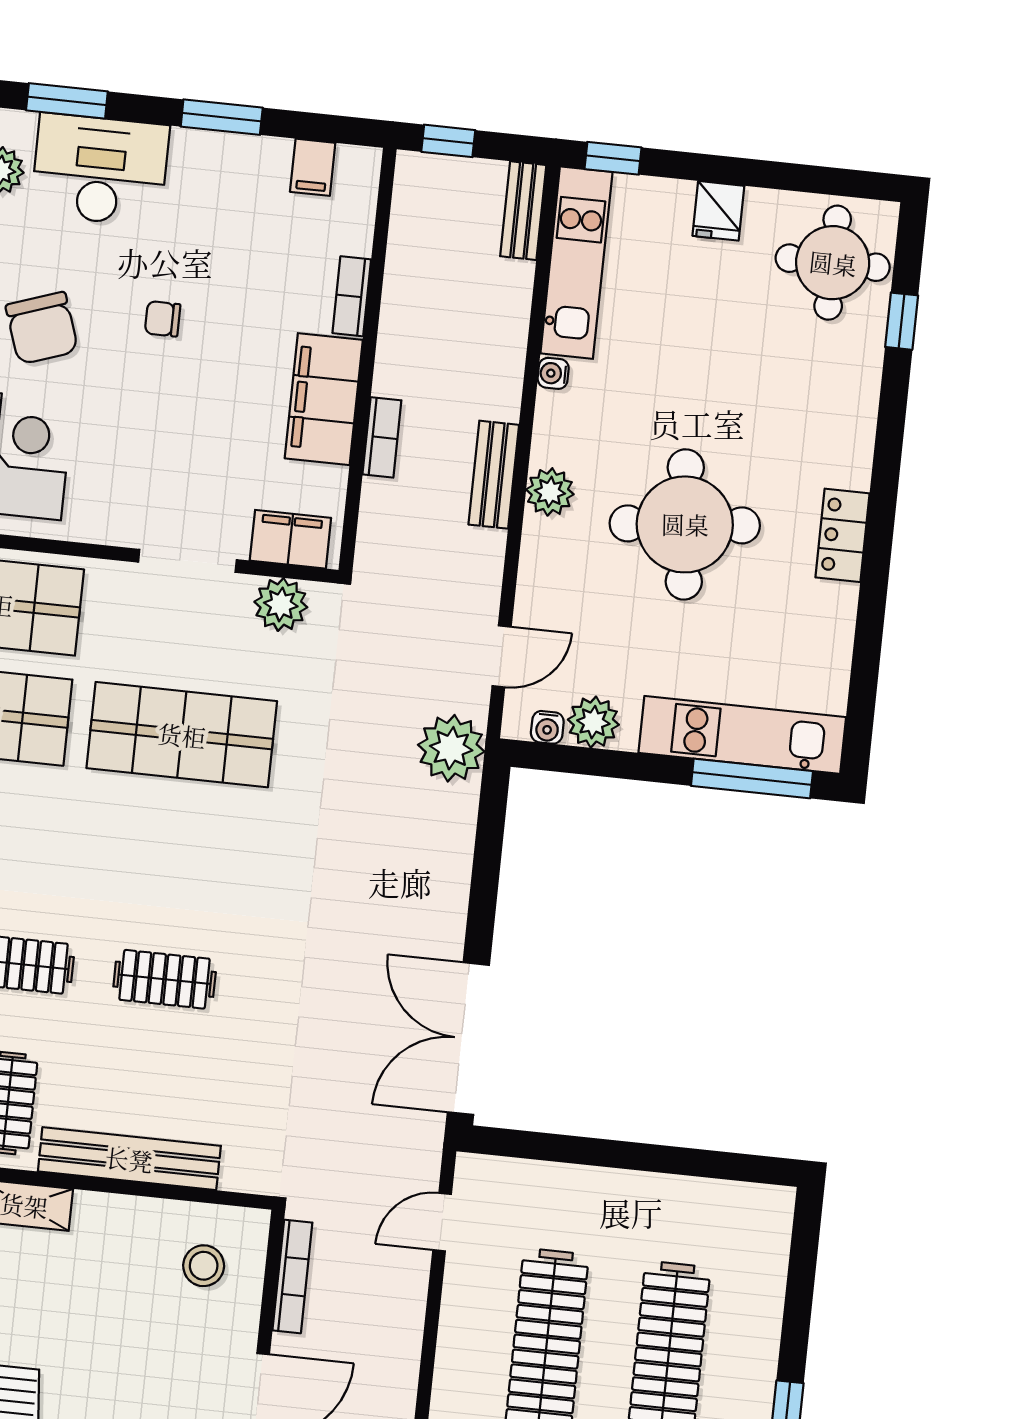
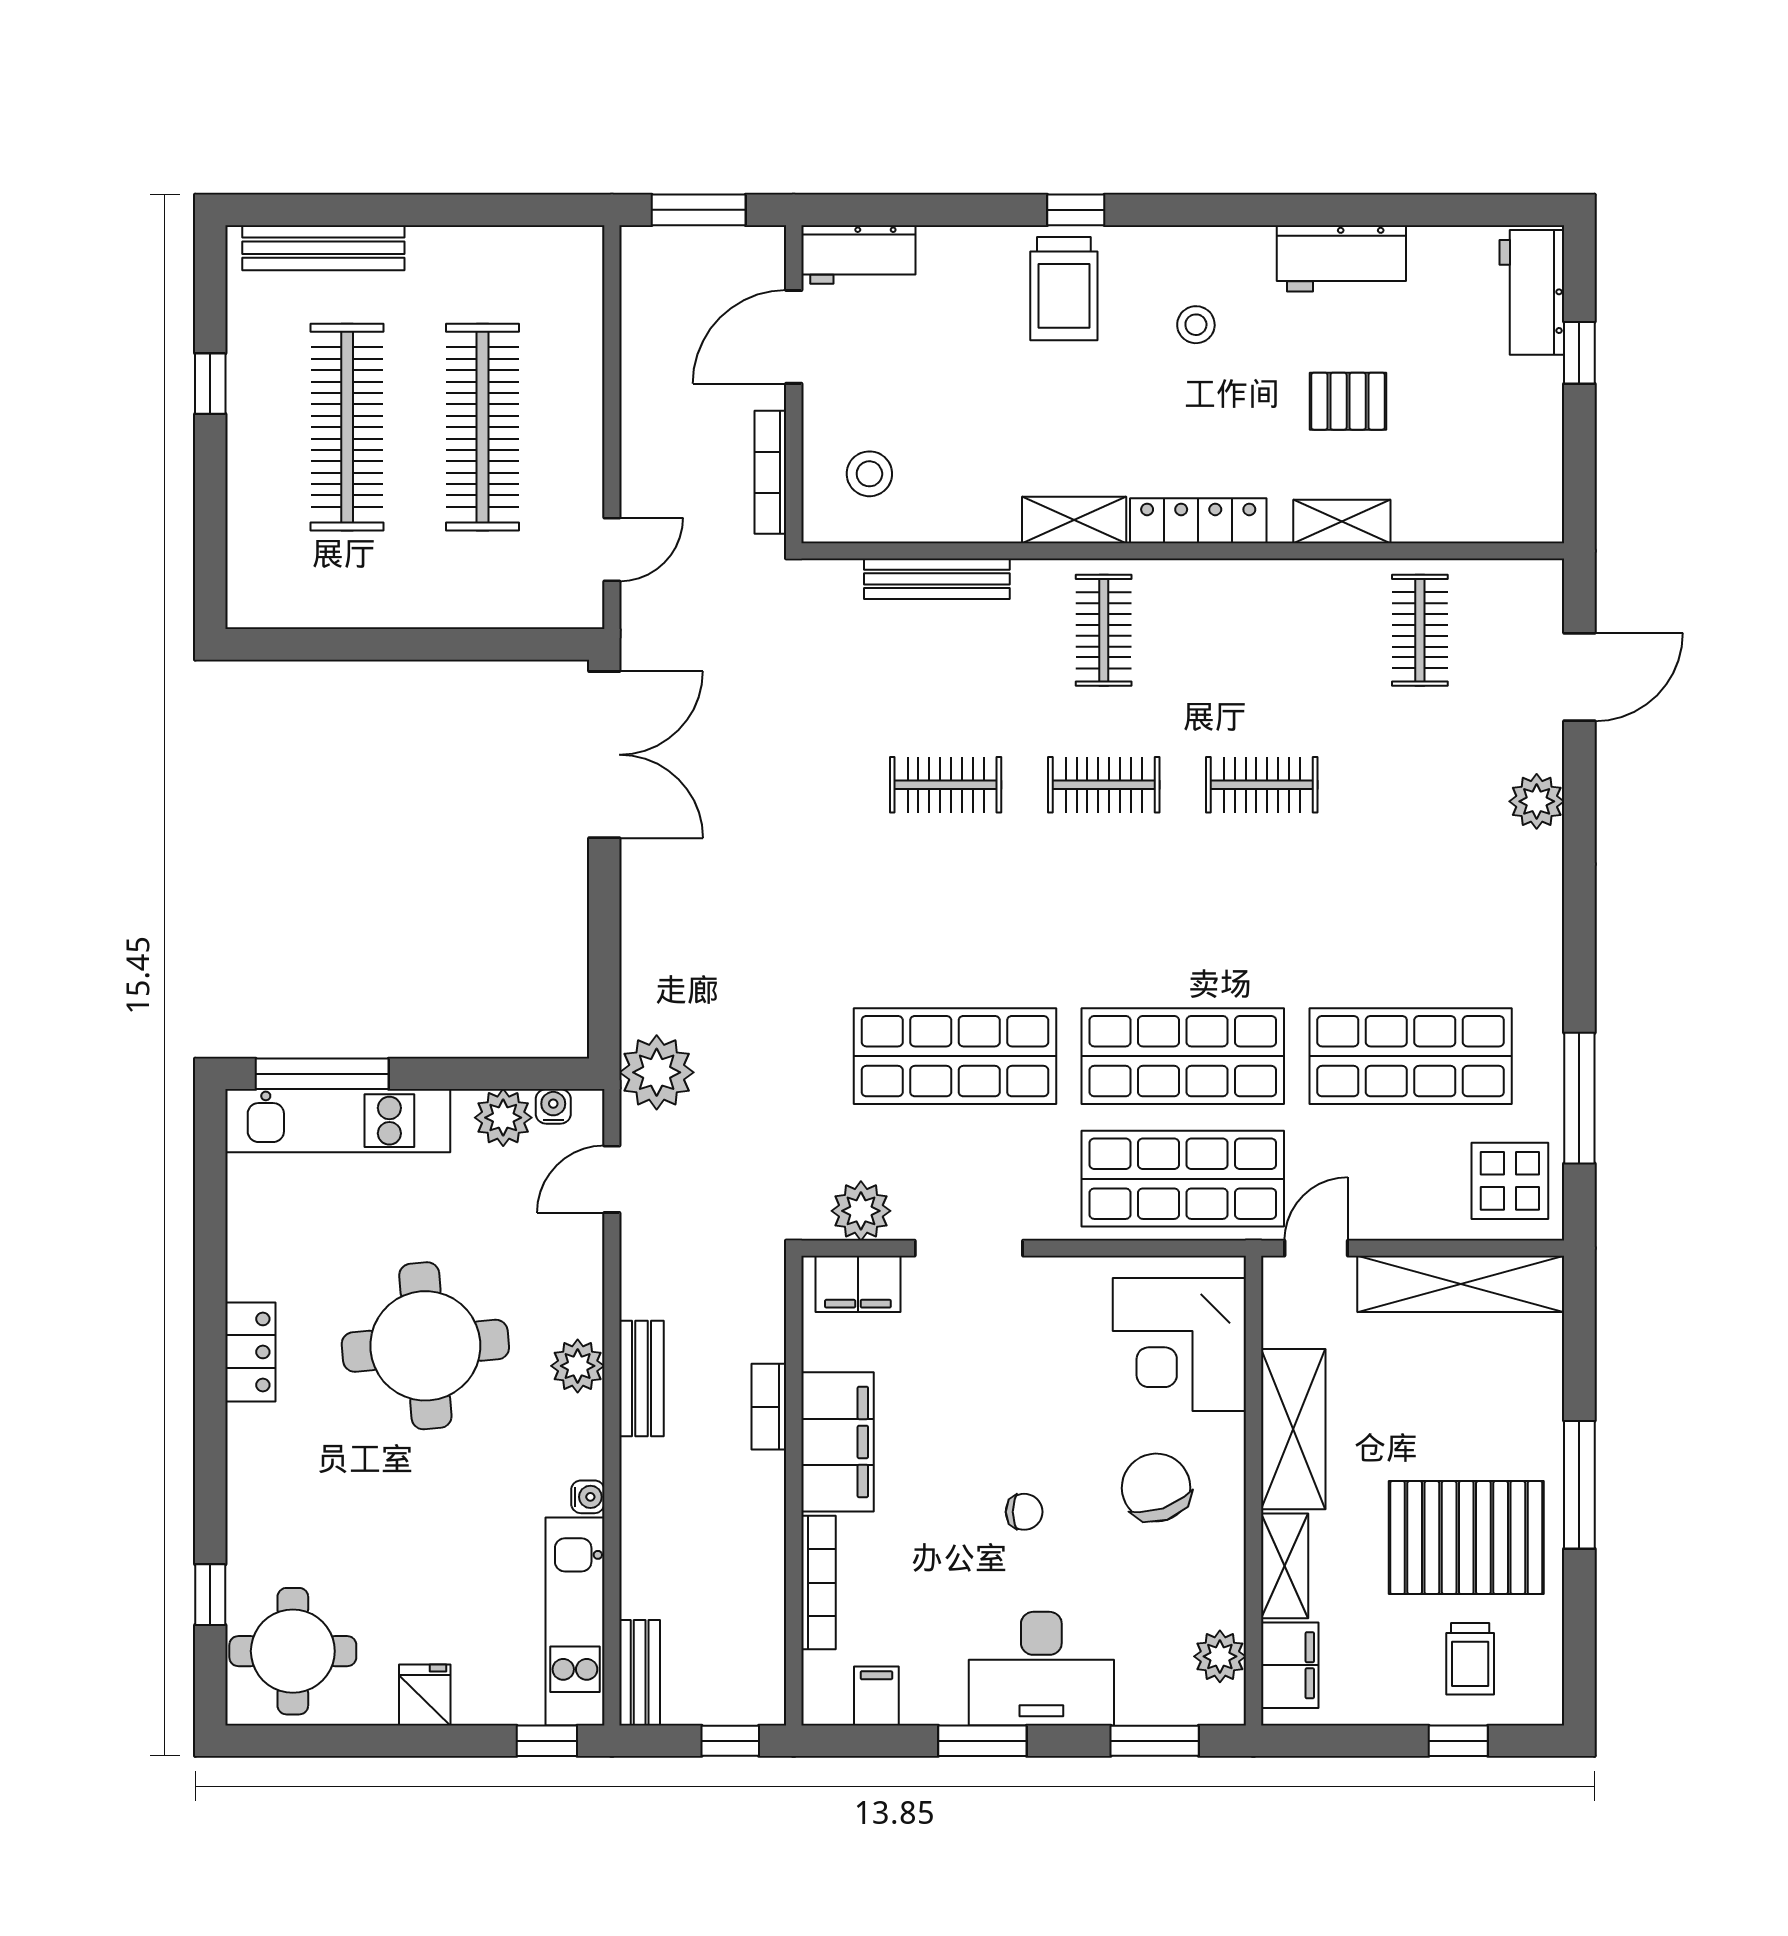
desk: (100, 170) -> (1041, 1669), moved
bookcase: (352, 296) -> (818, 1583), width x1.56
bench: (129, 1159) -> (937, 579), width x0.73, depth x0.82

